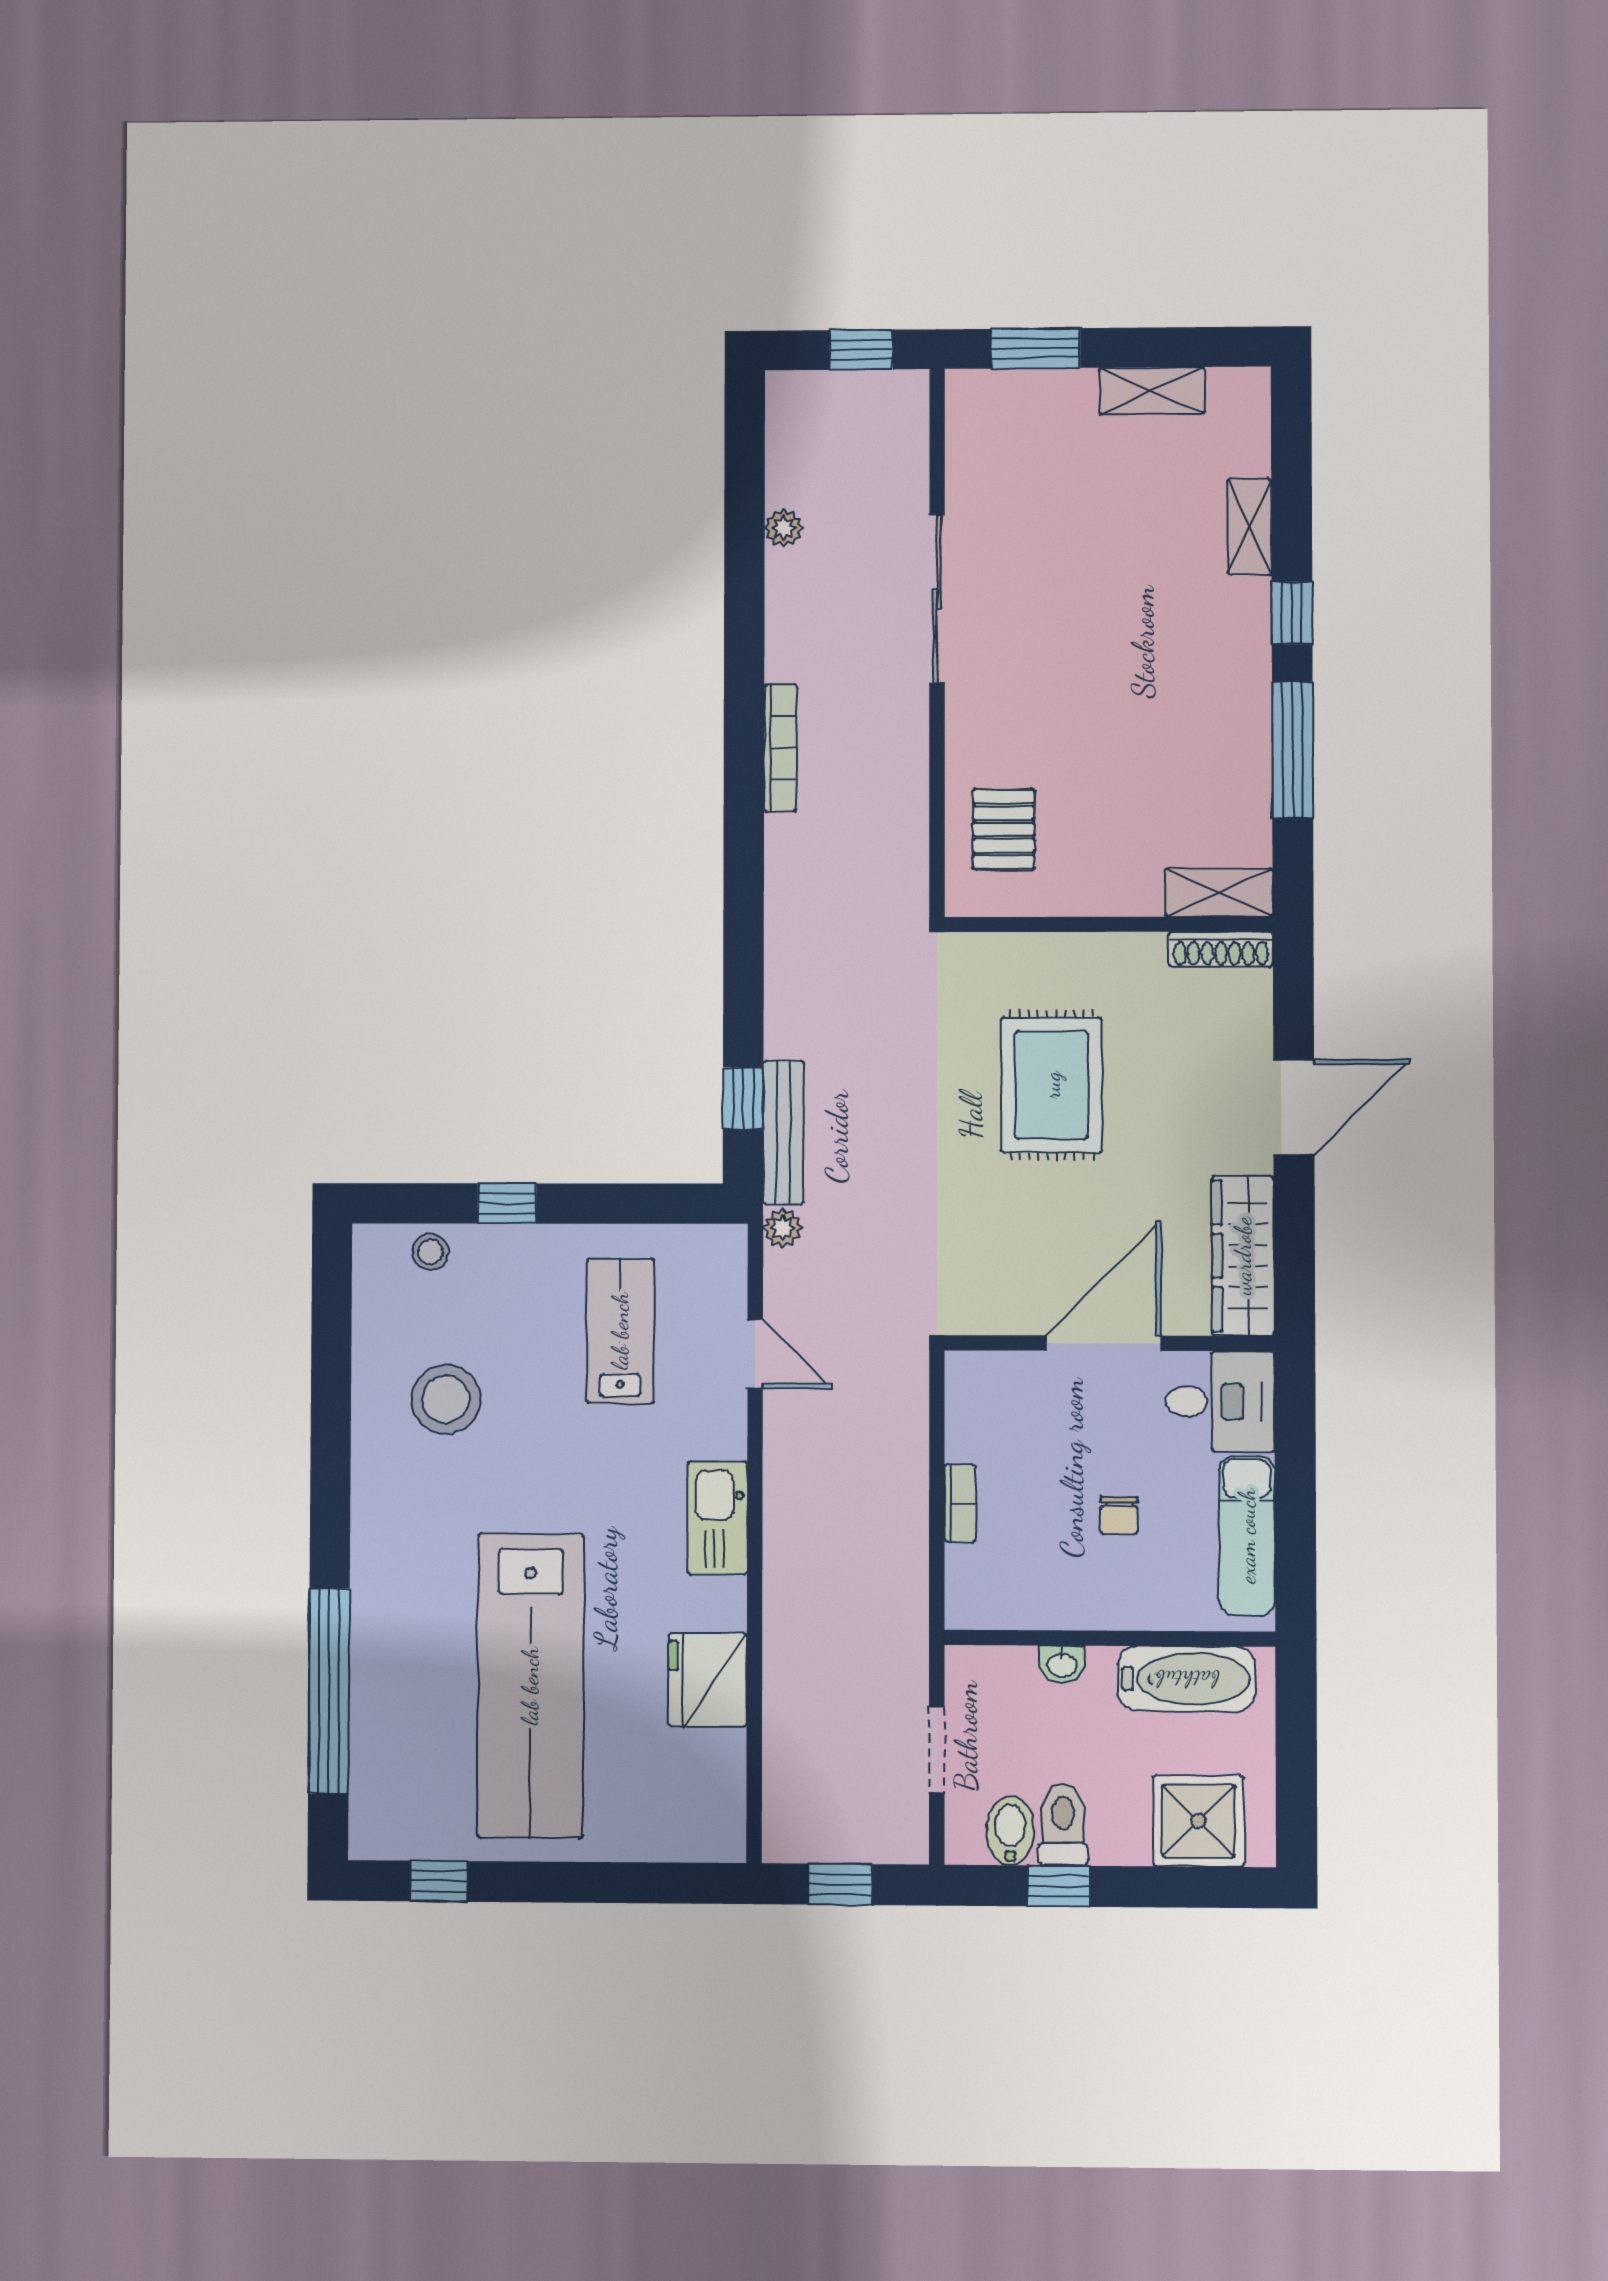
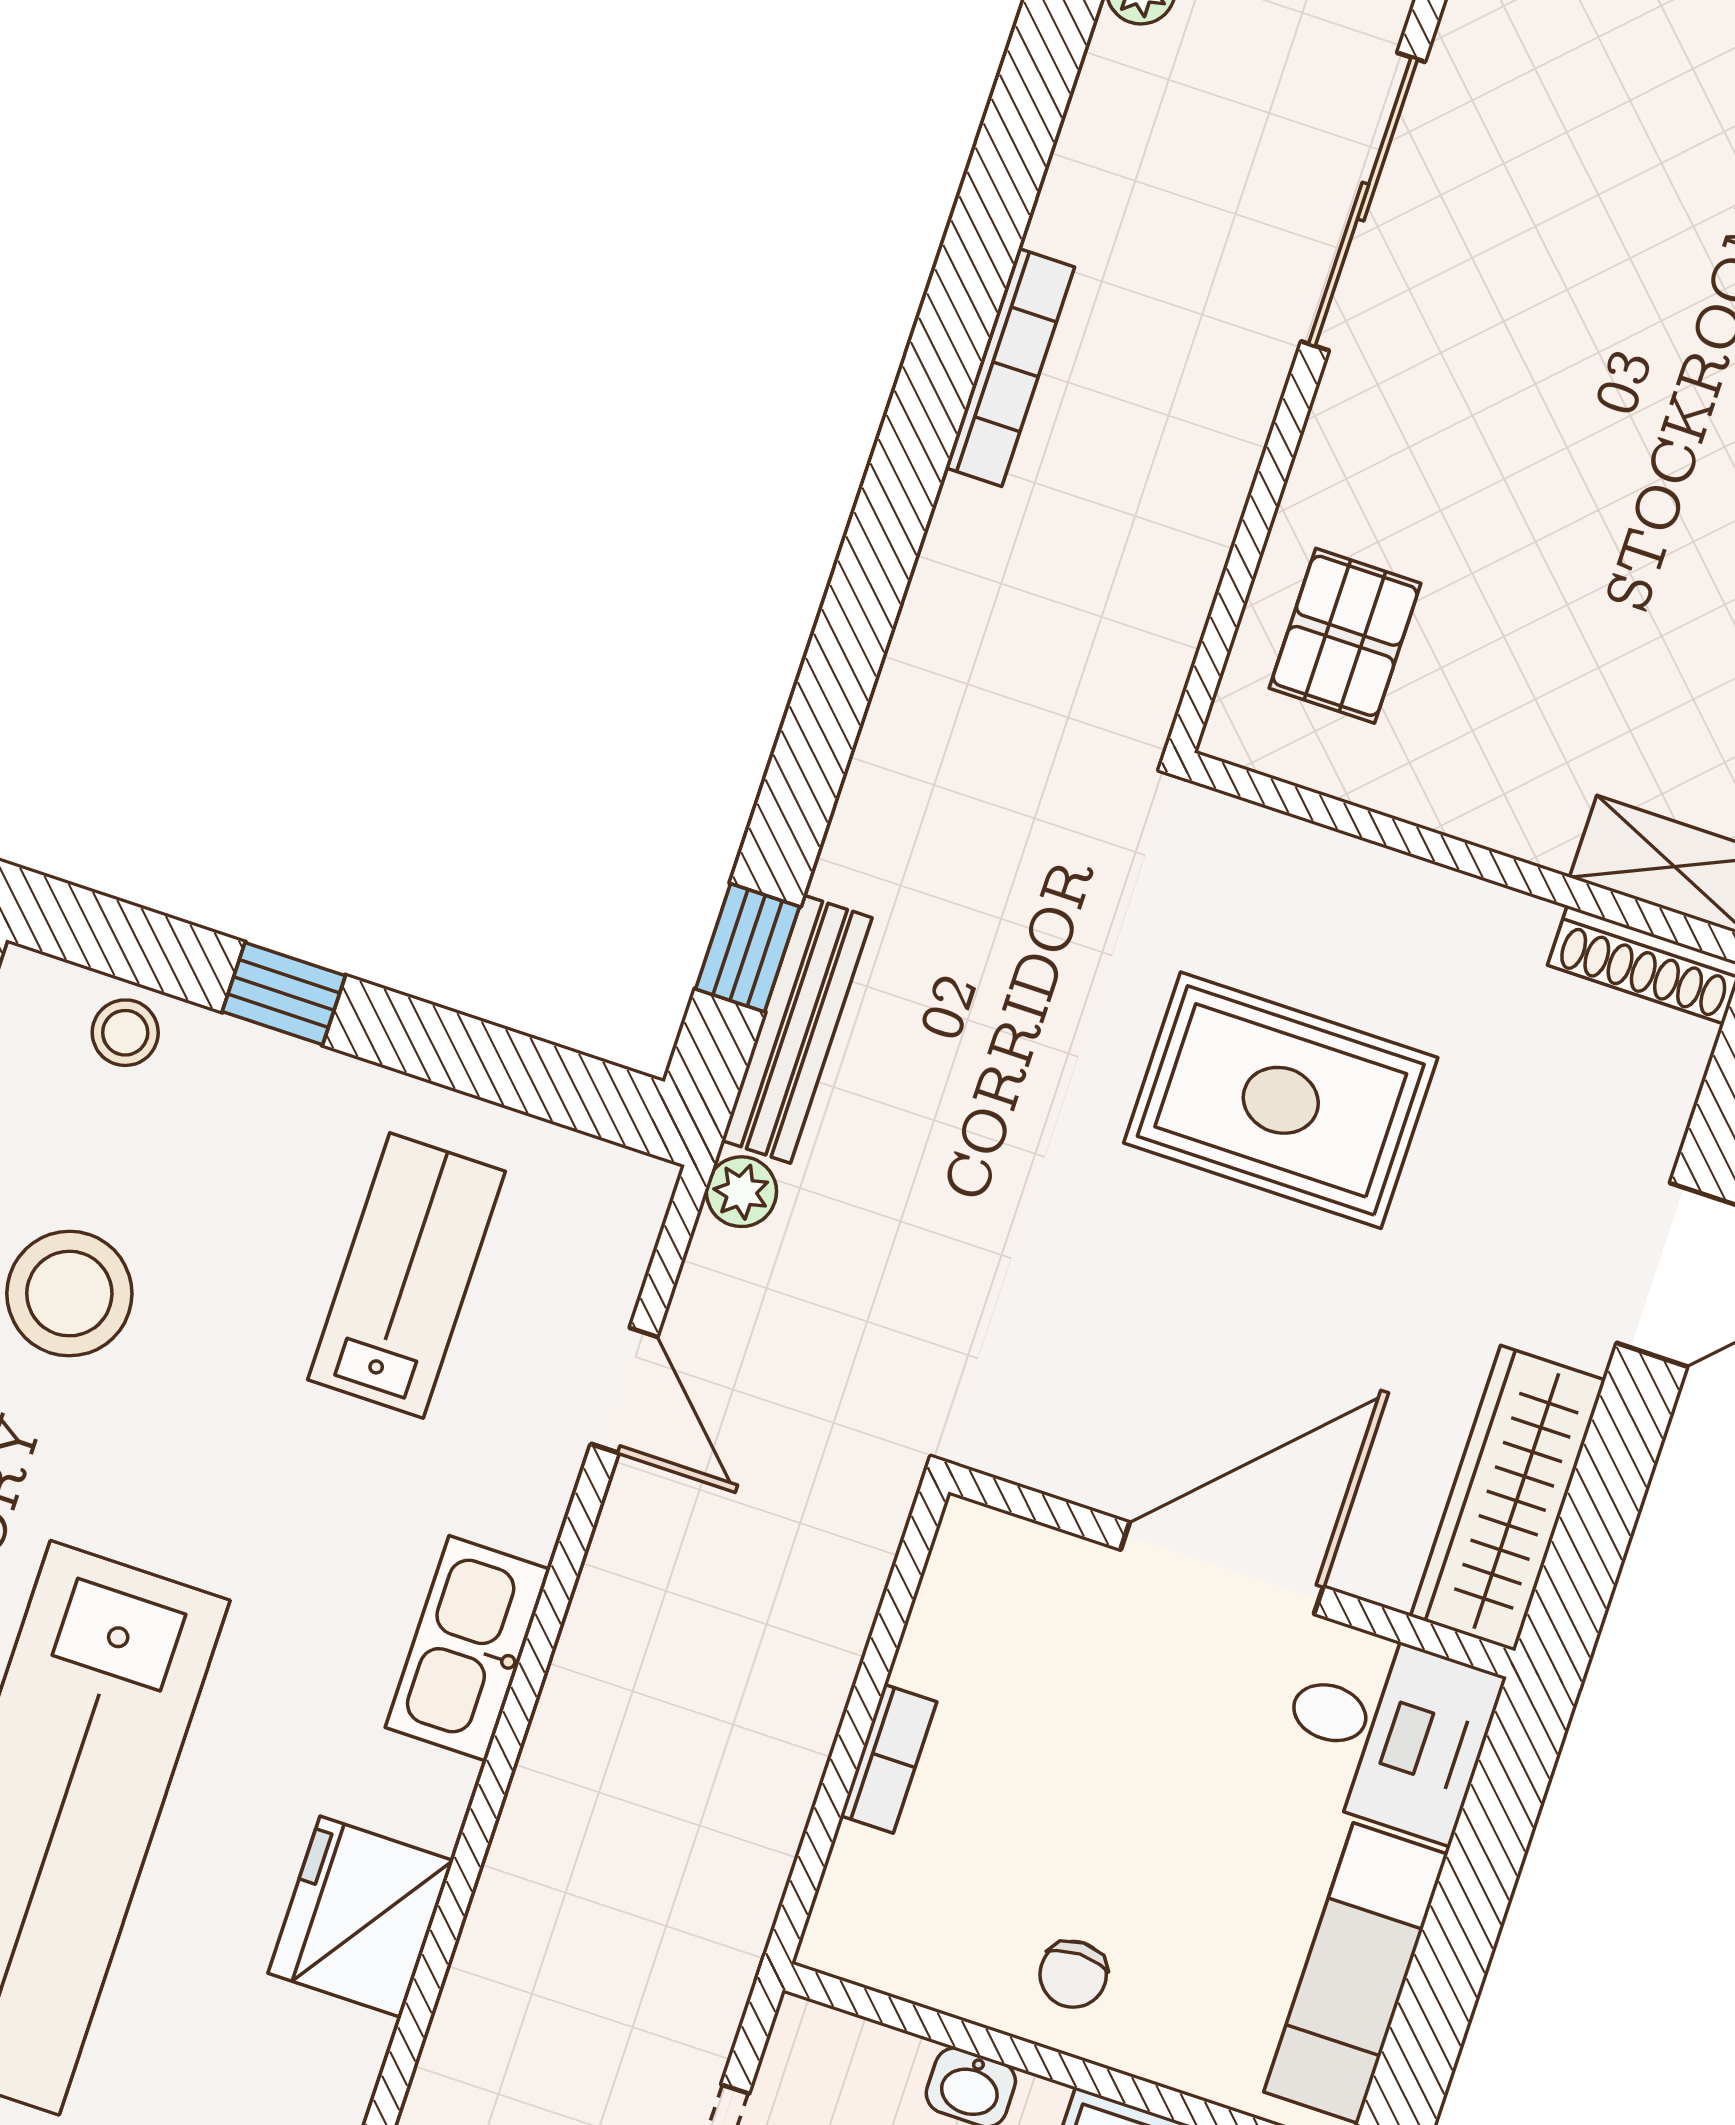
rug: (1052, 1085) -> (1281, 1100), turned 90
chair: (1119, 1516) -> (1073, 1974), moved

